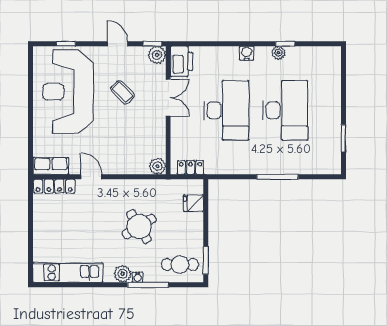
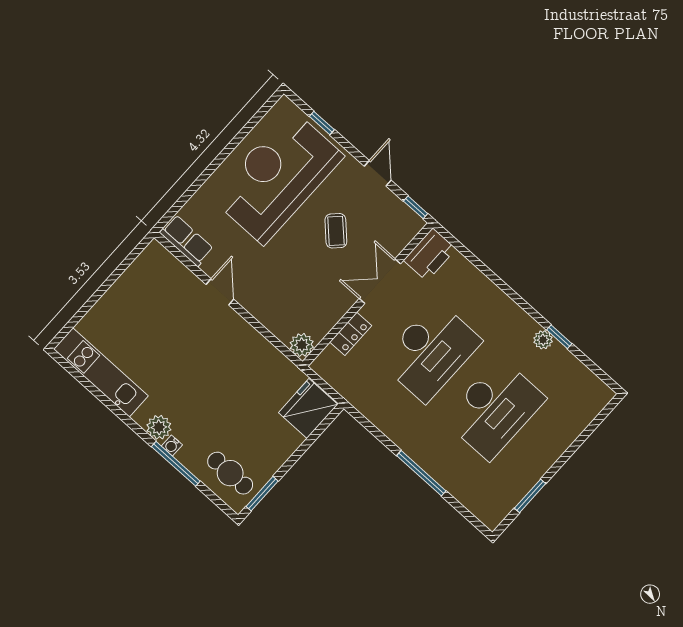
water cooler: (247, 53) -> (508, 309), removed
plant: (157, 55) -> (410, 224), removed
double door: (168, 98) -> (380, 281), swing flipped
locker: (191, 167) -> (351, 334), moved, turned 90
locker: (54, 186) -> (170, 266), removed
fridge: (193, 203) -> (308, 408), width x1.88, depth x1.34
round table: (139, 227) -> (223, 392), removed

